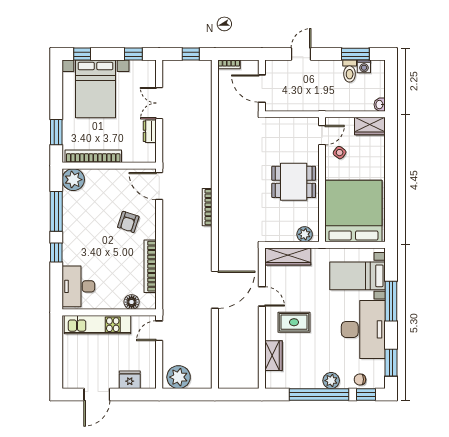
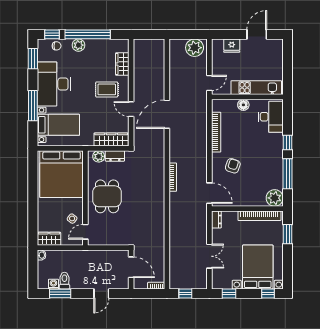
dresser: (150, 131) -> (216, 219), moved
dining table: (294, 182) -> (107, 196), turned 90
dresser: (283, 235) -> (115, 156), added
floor lamp: (132, 302) -> (243, 105), moved

